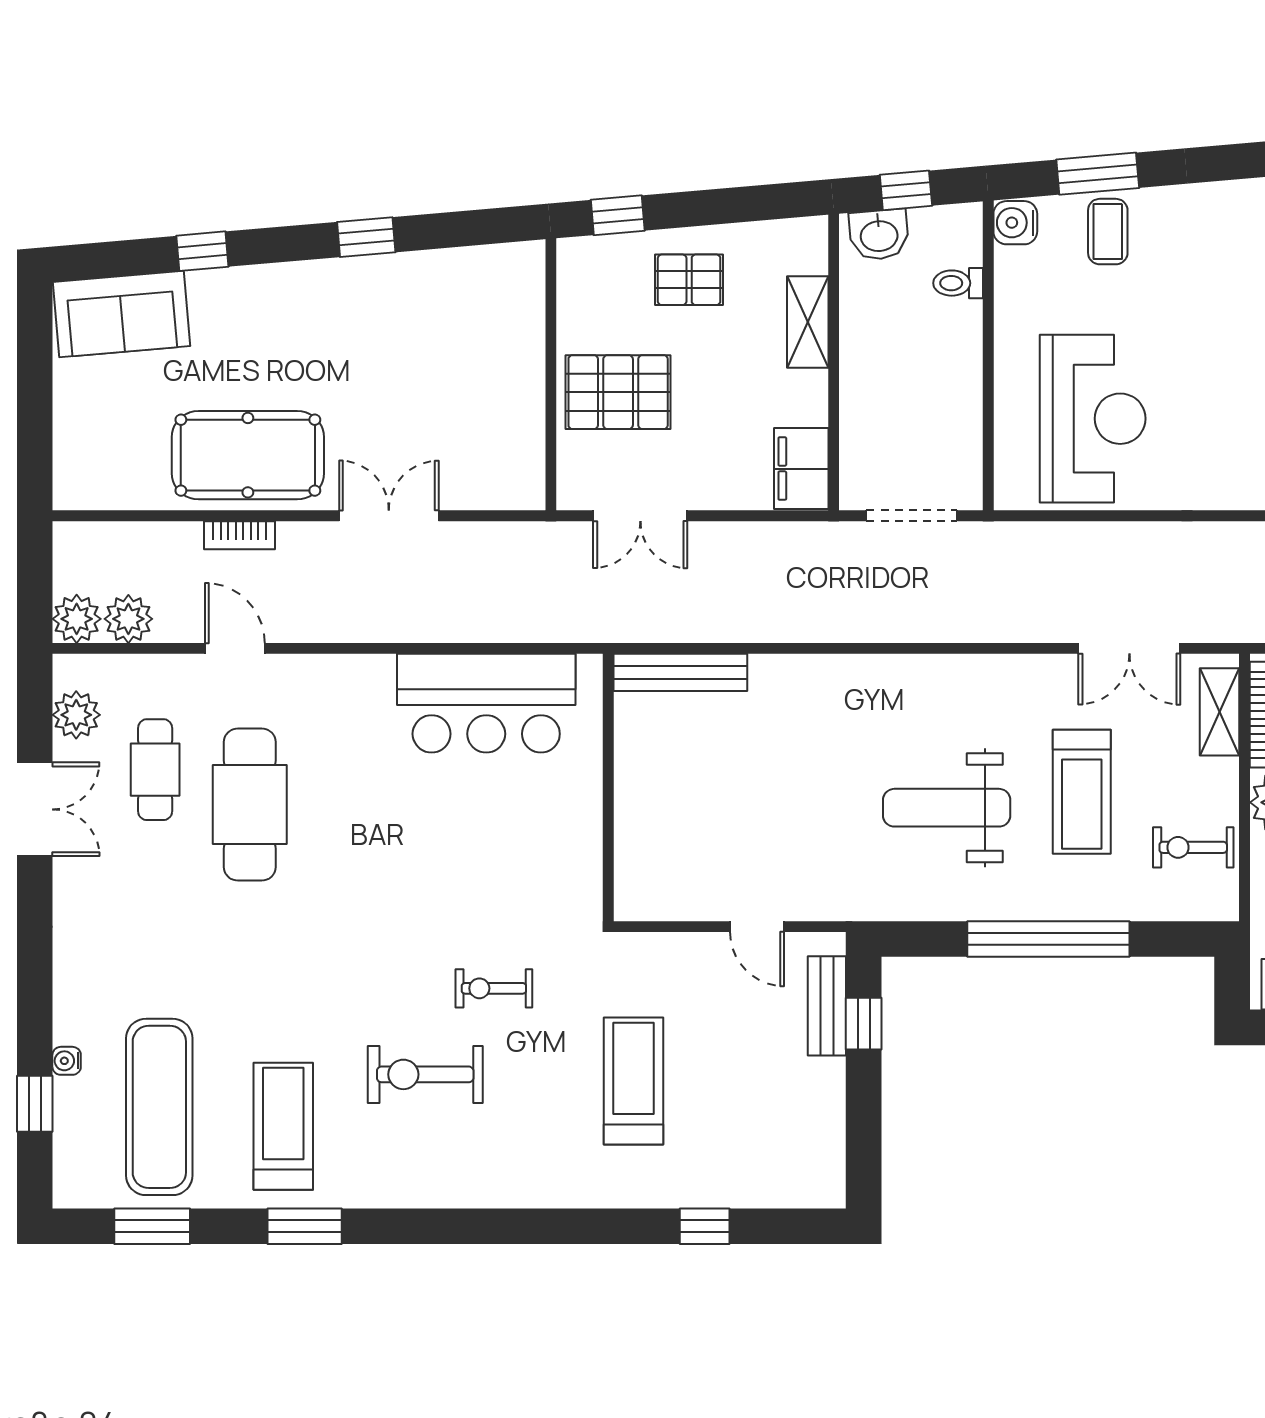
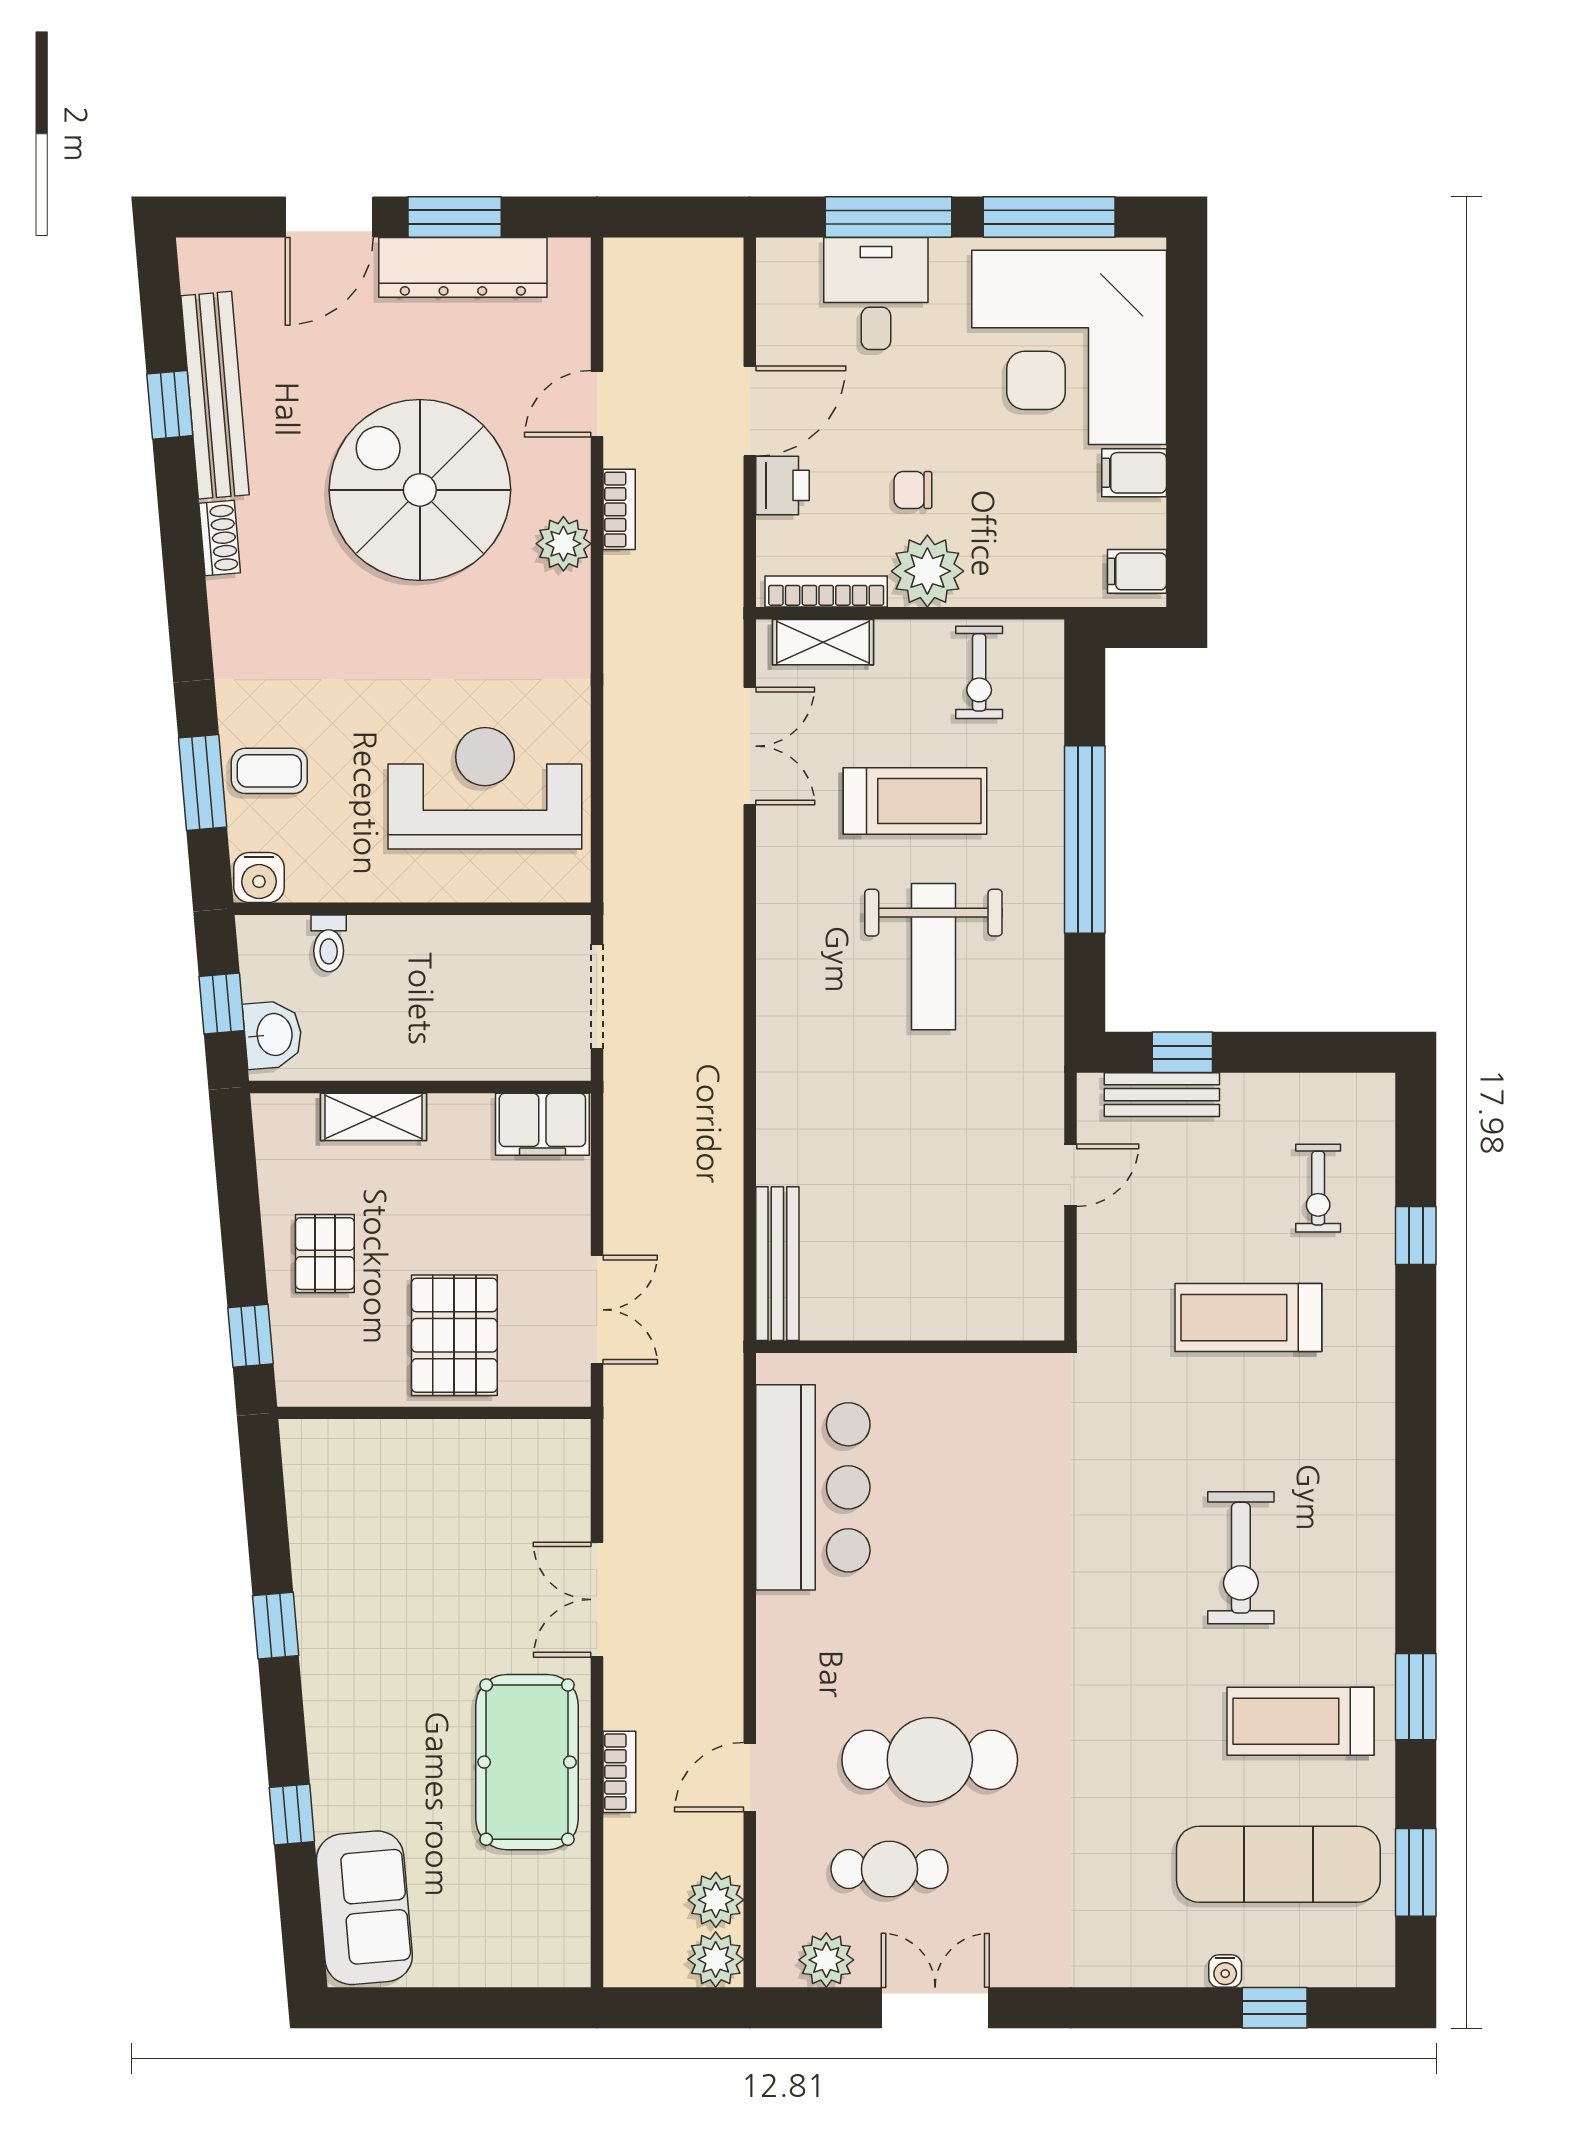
exercise bike: (494, 988) -> (1318, 1188), moved

